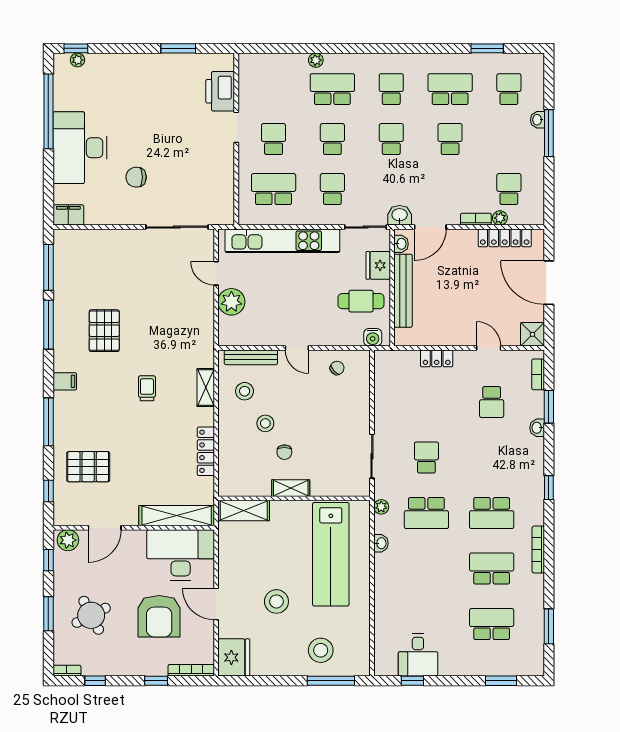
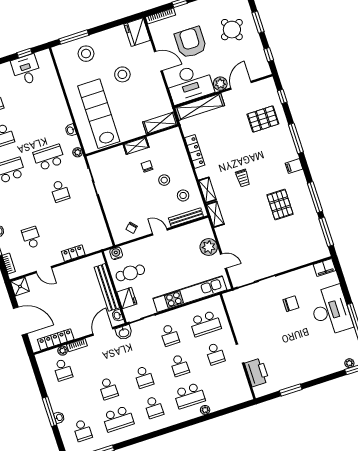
shelving: (206, 348) -> (215, 214), added
plant: (68, 540) -> (220, 84), moved

